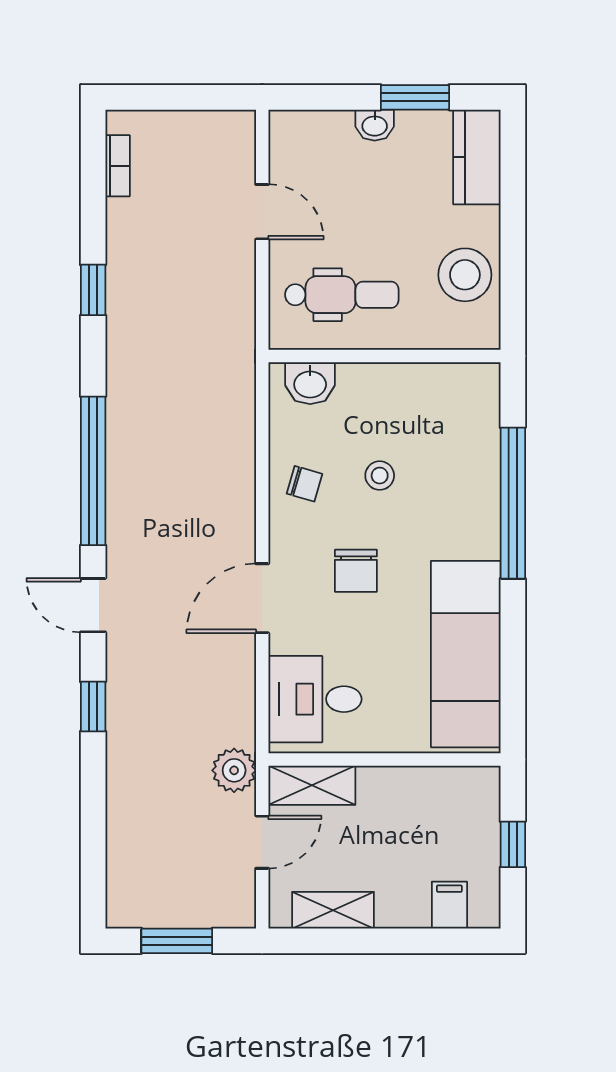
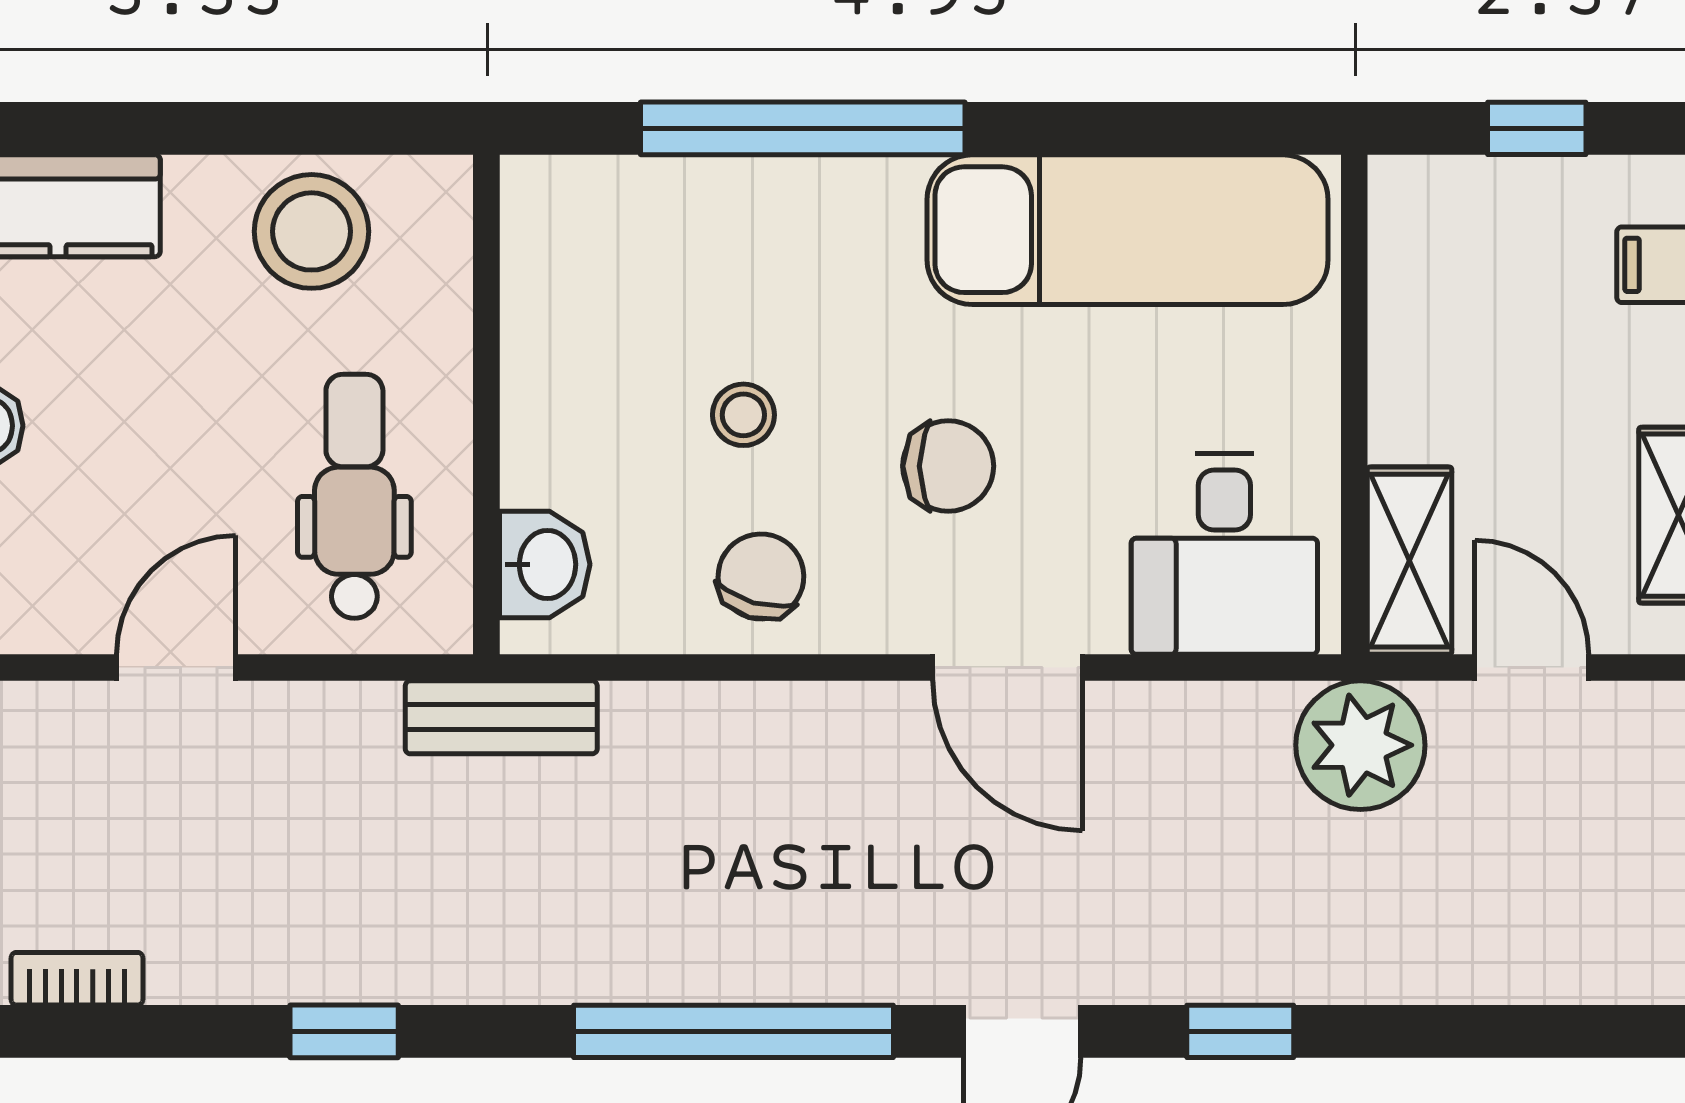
bench: (239, 363) -> (501, 717), added
chair: (305, 484) -> (761, 576), width x1.37, depth x1.37
plant: (234, 770) -> (1360, 745), width x1.36, depth x1.36

